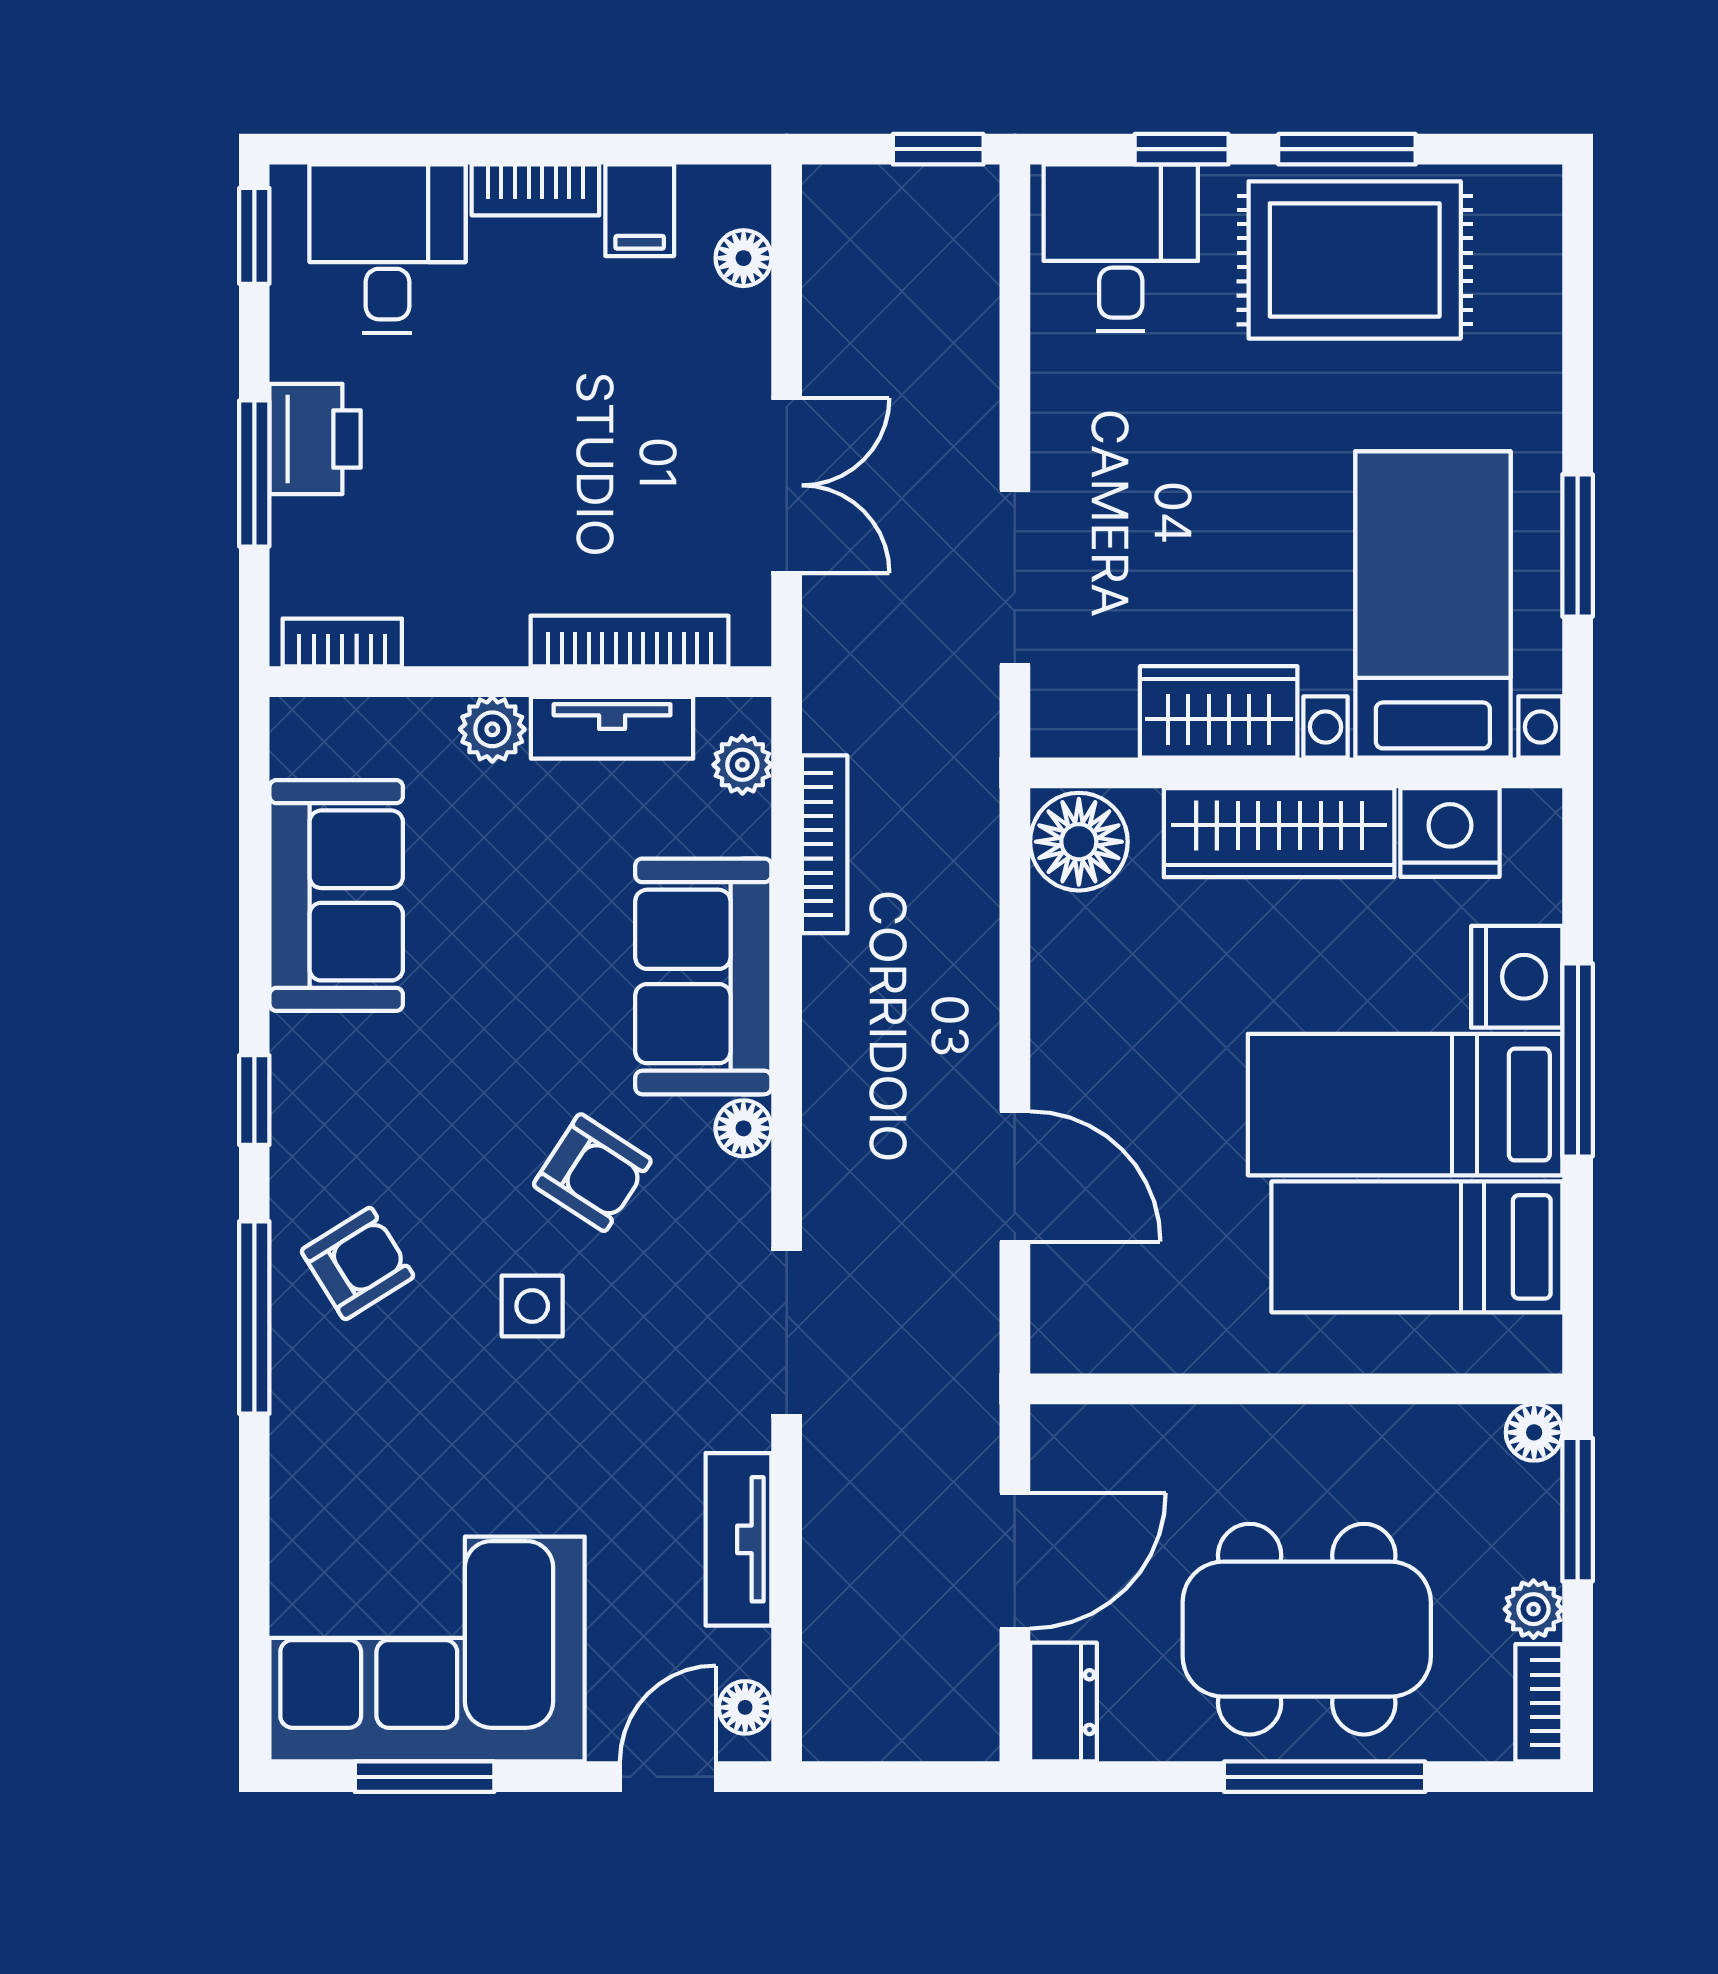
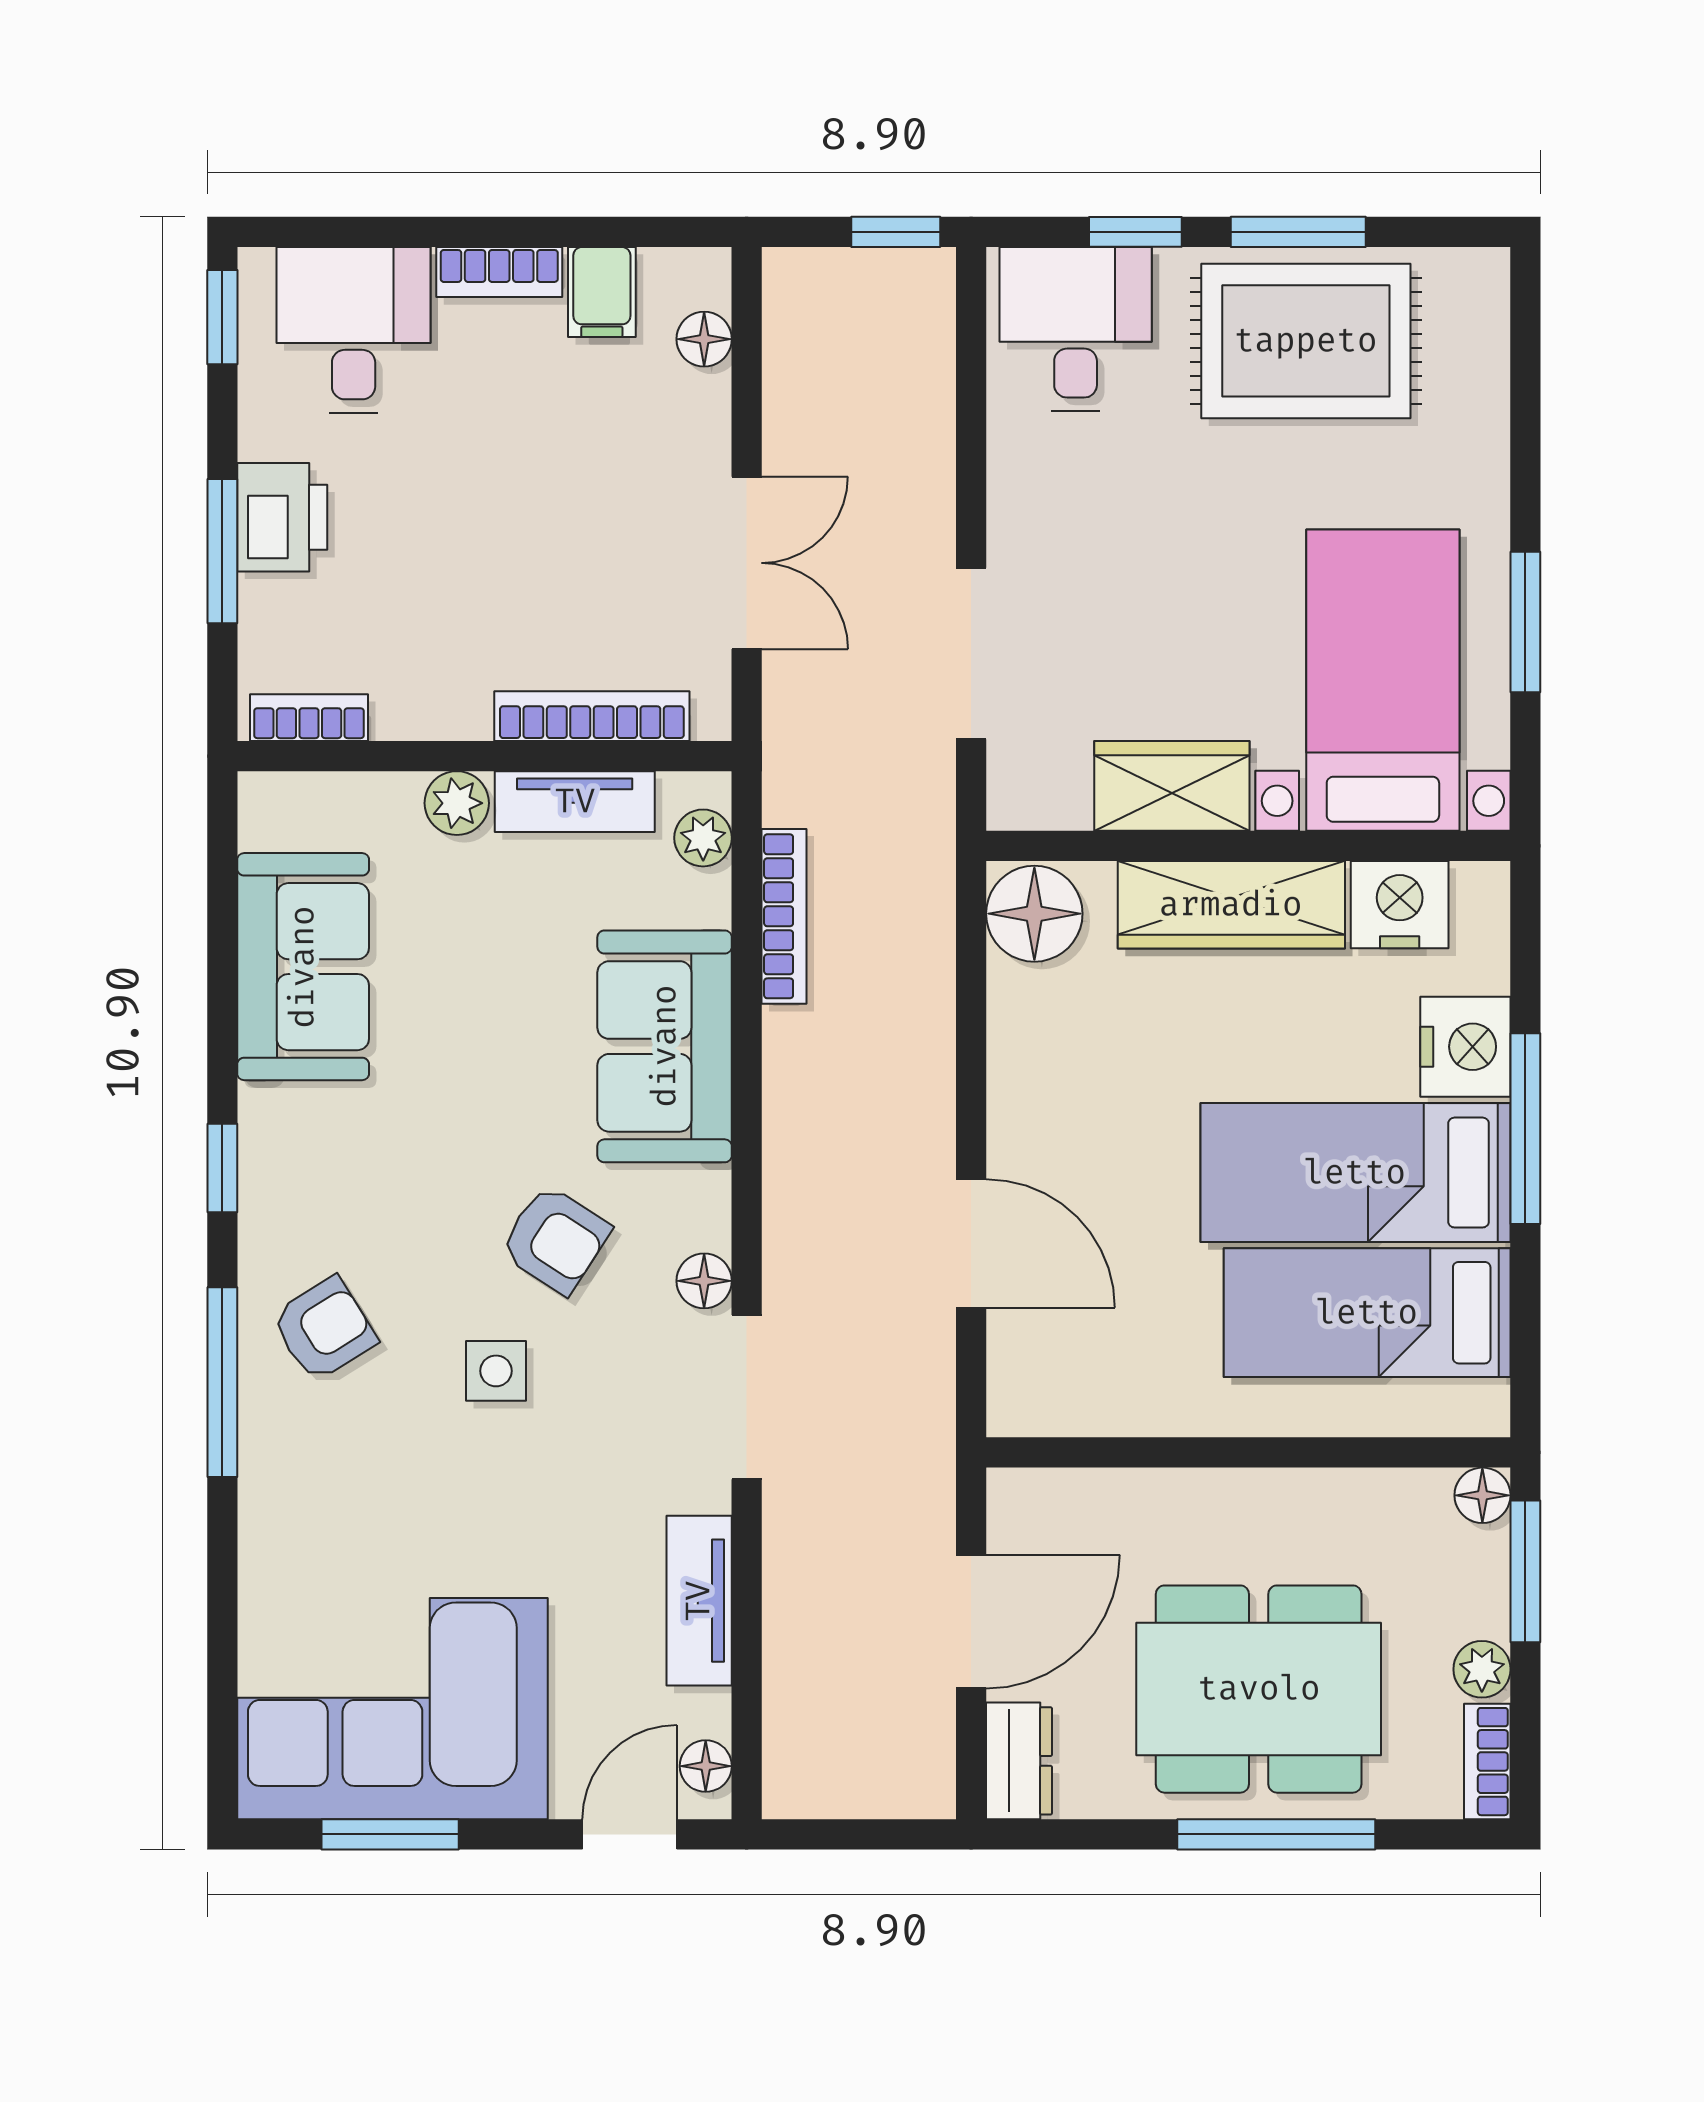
floor lamp: (743, 1128) -> (704, 1281), moved

